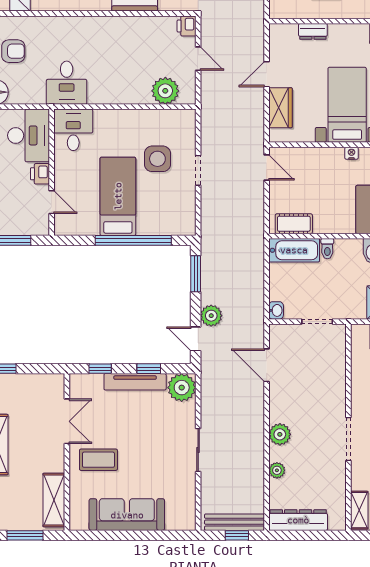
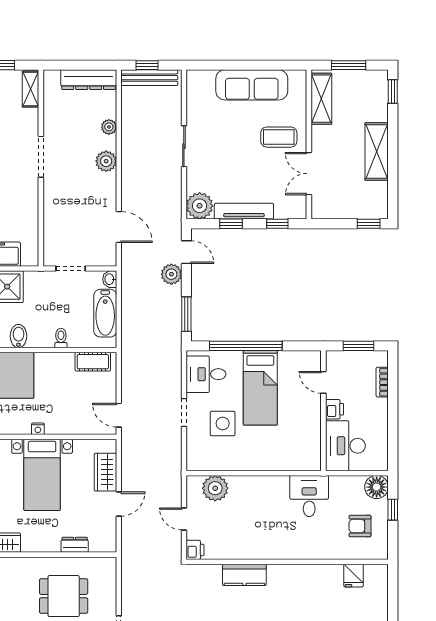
desk: (73, 130) -> (206, 374), moved, turned 90
bathtub: (294, 250) -> (105, 313), moved, turned -90

